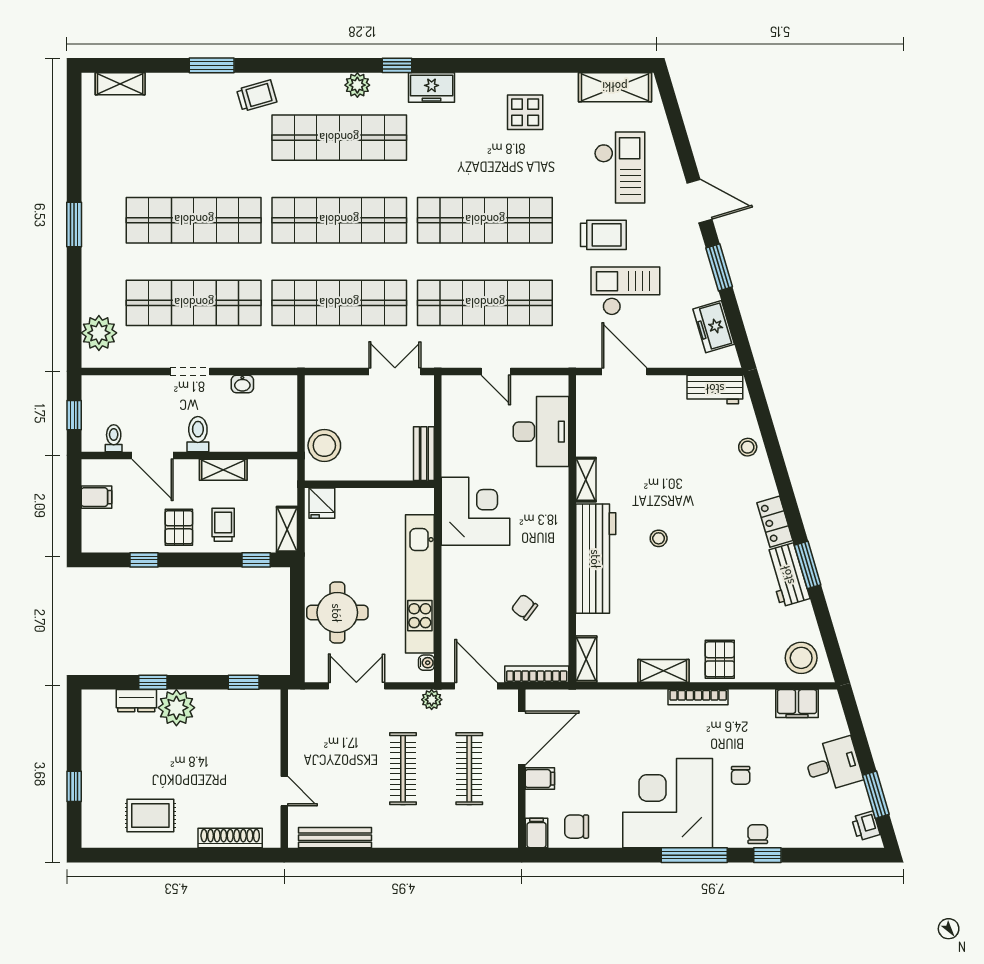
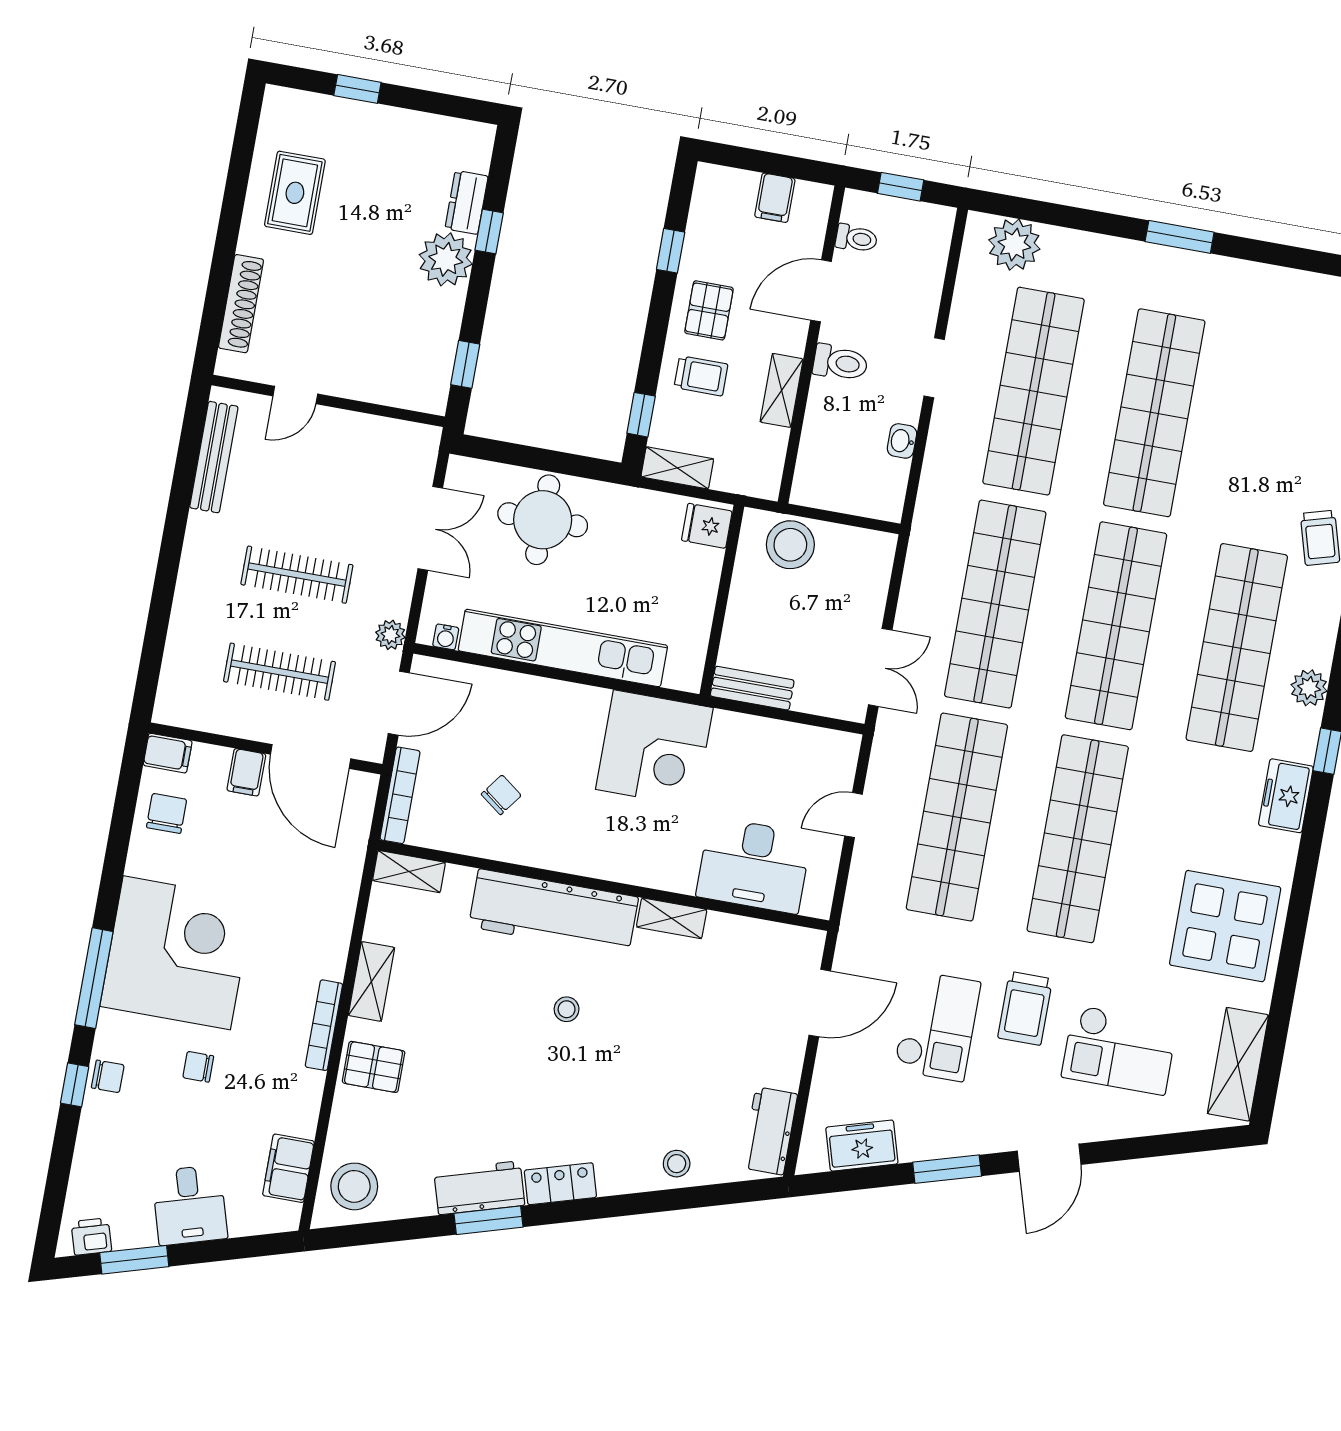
display table: (525, 112) -> (1225, 926), width x1.86, depth x1.86
pallet: (179, 527) -> (709, 310), turned 90

